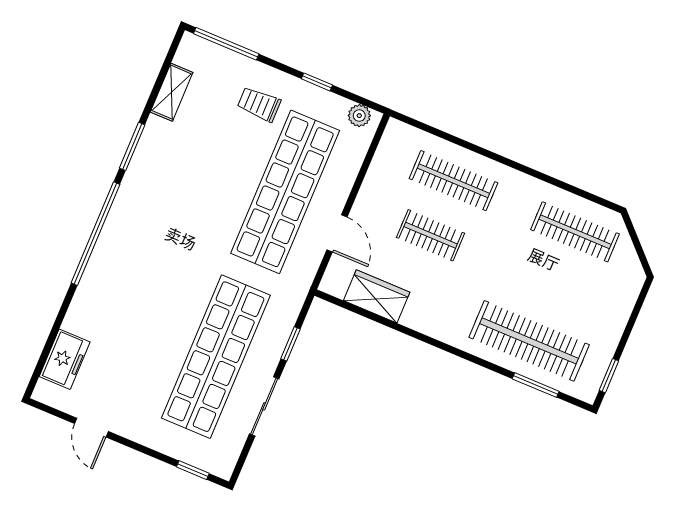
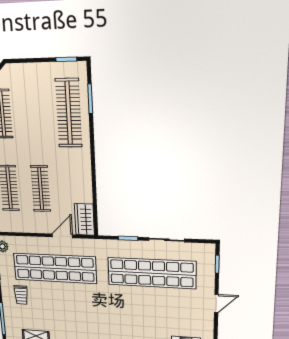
clothes rail: (431, 235) -> (41, 189), width x1.36
wardrobe: (377, 296) -> (84, 219), moved
door: (91, 428) -> (216, 303), moved

